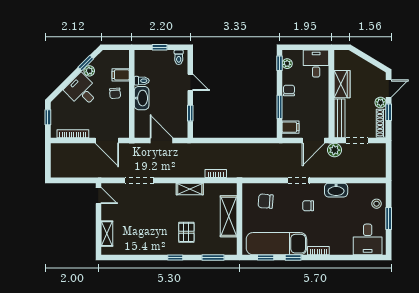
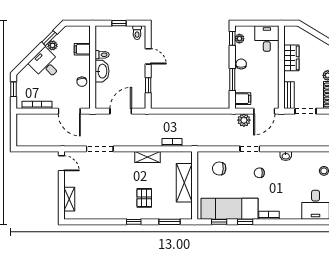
chair: (115, 93) -> (82, 82), moved
bench: (339, 118) -> (289, 95), width x0.73
door: (161, 140) -> (121, 111), hinge flipped
plant: (334, 150) -> (244, 120), moved
washbasin: (336, 190) -> (286, 156), width x0.52, depth x0.69

